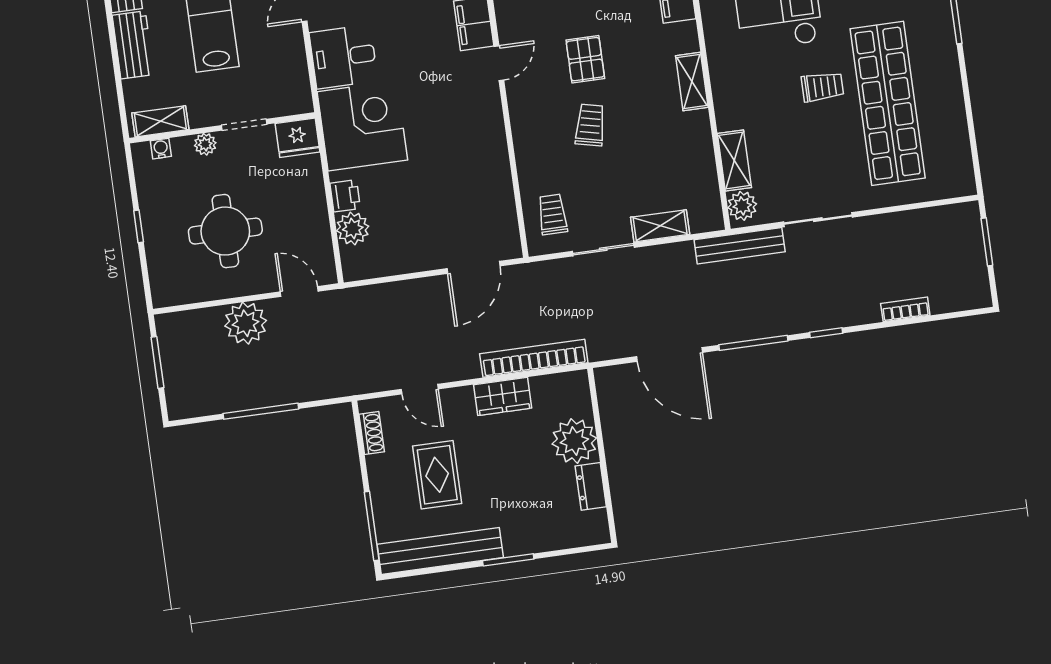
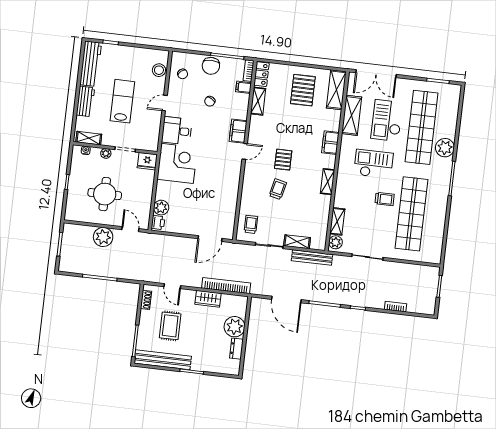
printer: (345, 196) -> (158, 223), moved
bench: (740, 246) -> (312, 258), moved

